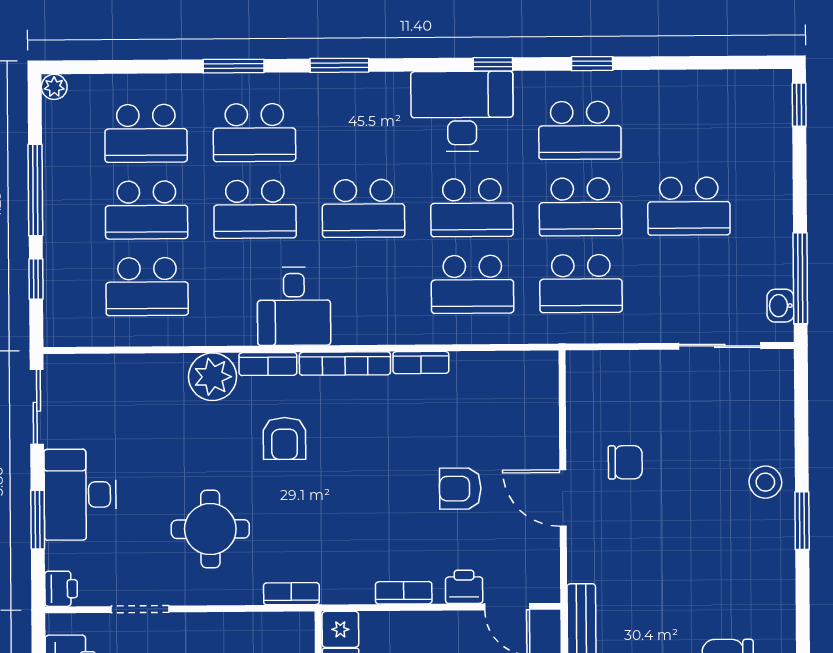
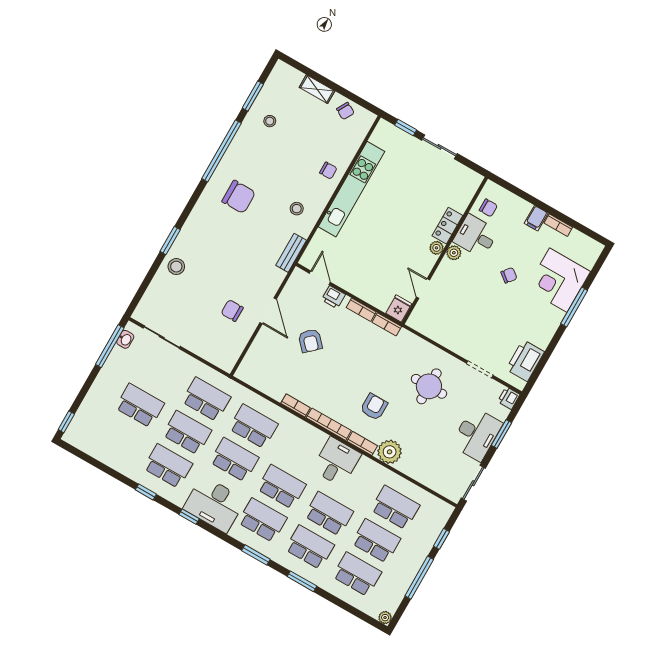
school desk: (363, 132) -> (262, 520), added
armchair: (460, 489) -> (310, 341), turned 47
bookcase: (291, 594) -> (387, 324), moved

